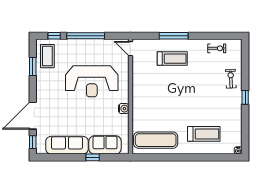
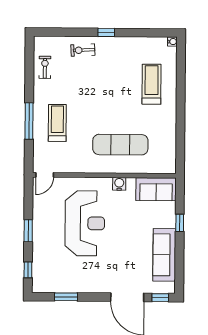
window: (86, 36) -> (28, 231), width x0.47
coffee table: (47, 56) -> (53, 278), removed
exercise mat: (156, 140) -> (120, 145), moved, turned 90
sofa: (105, 145) -> (156, 189), moved, turned -90

